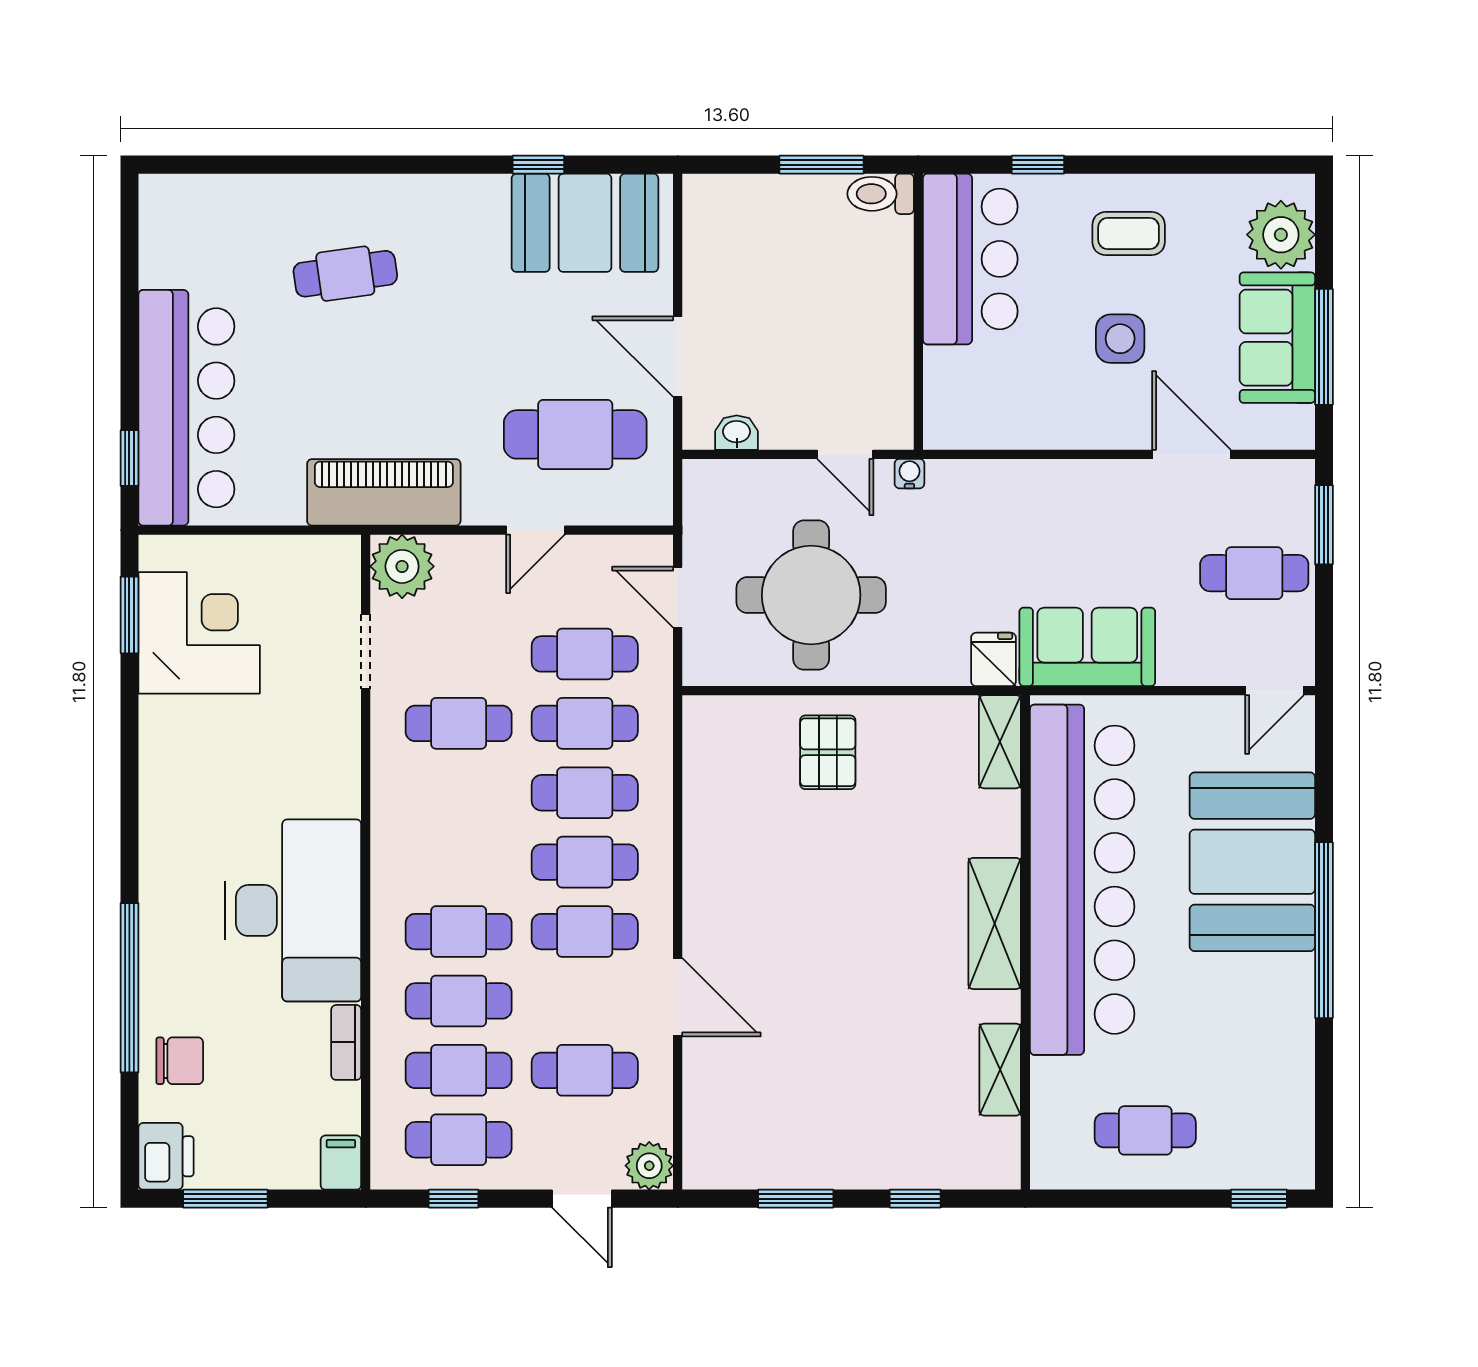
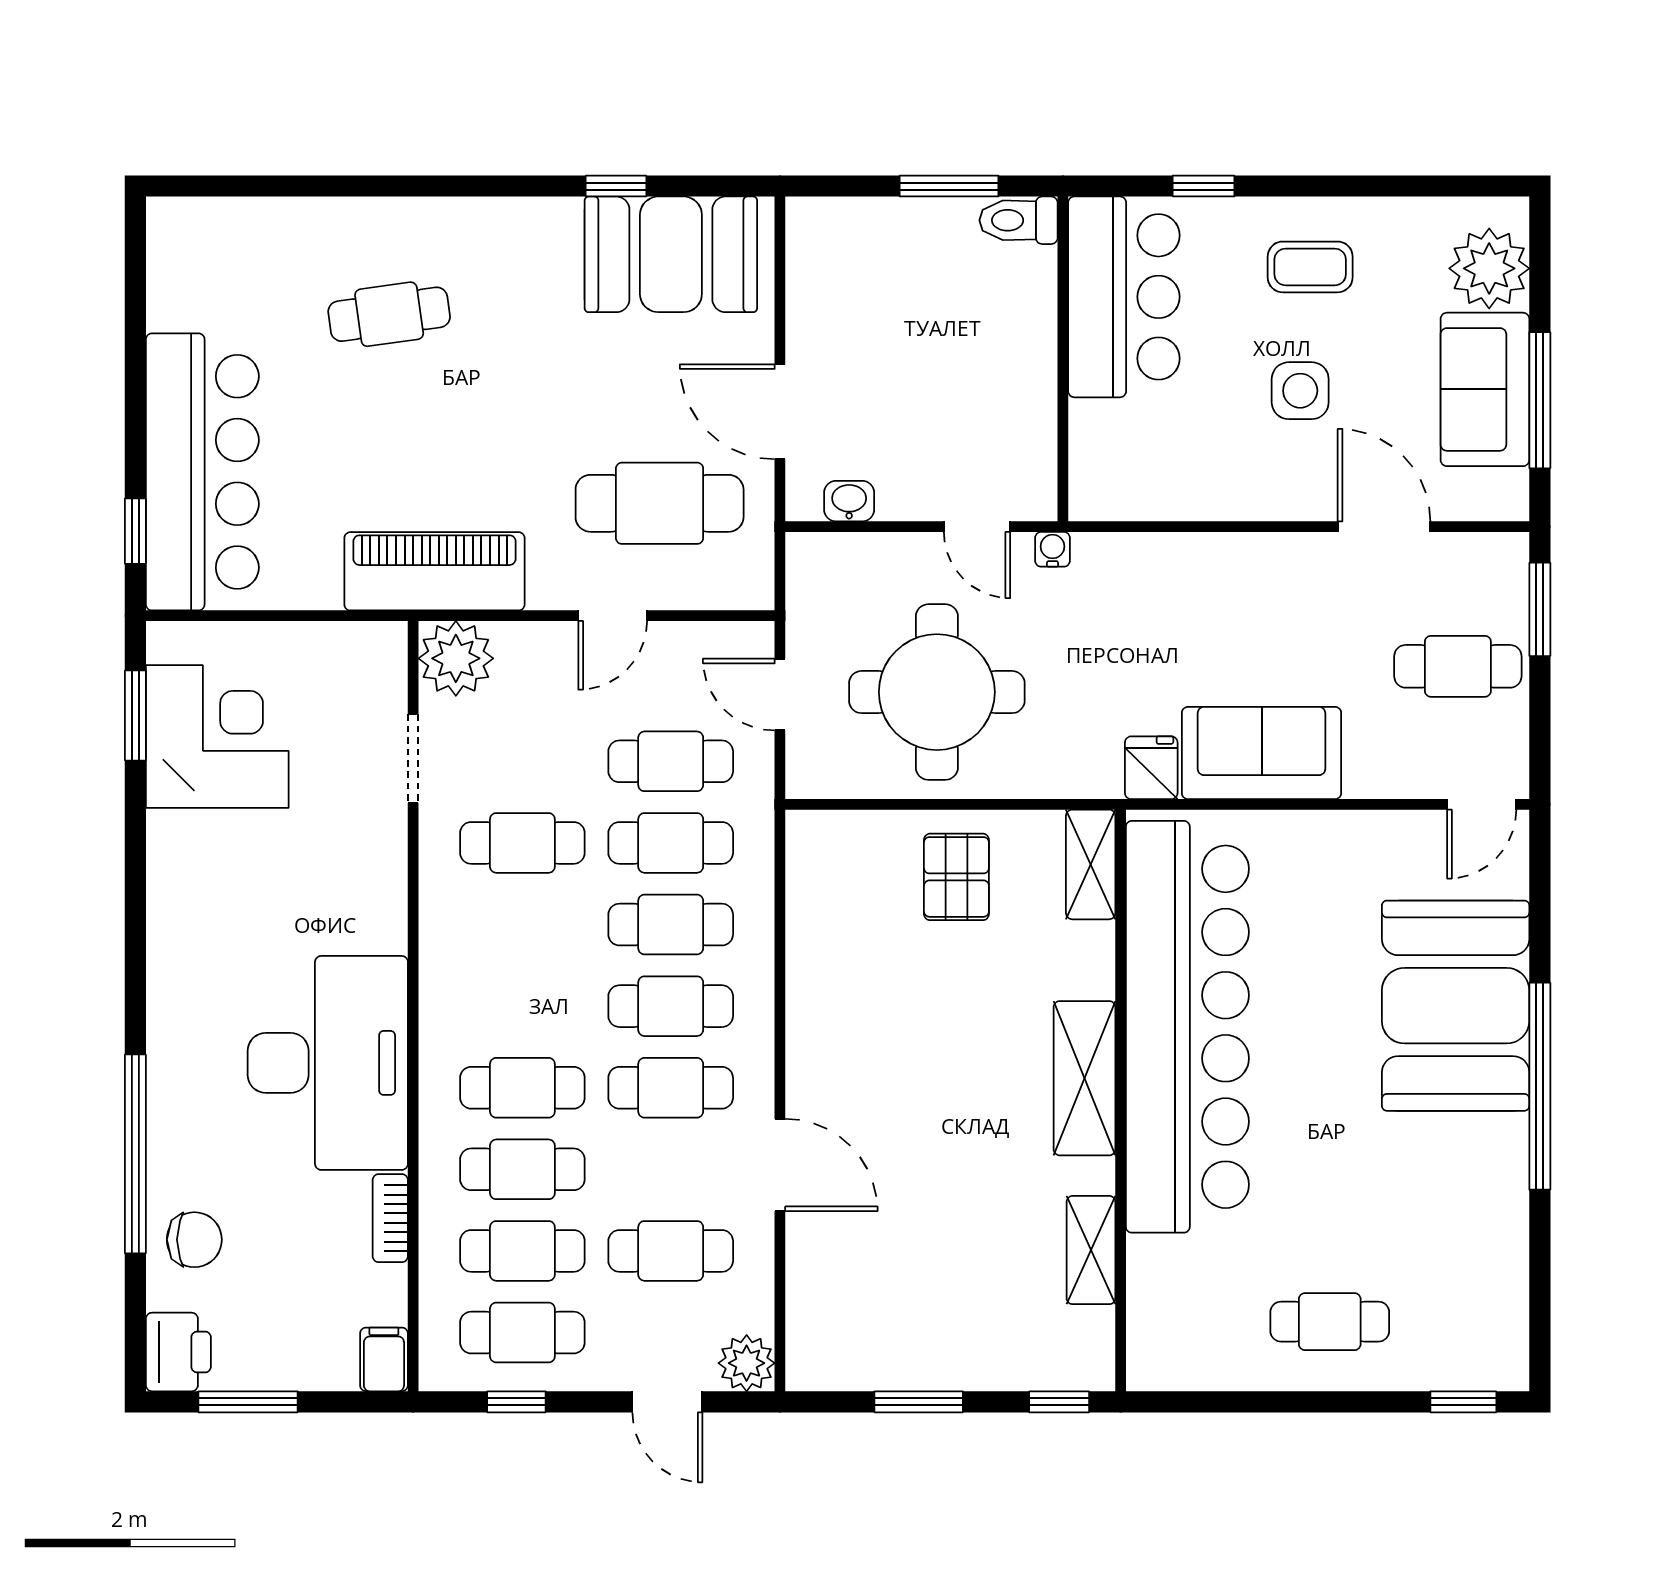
shelving: (1000, 742) -> (1091, 864), moved
bar counter: (1082, 880) -> (1187, 1027), moved
shelving: (995, 923) -> (1084, 1078), moved
wall: (1025, 942) -> (1121, 1100), moved
shelving: (1000, 1070) -> (1091, 1250), moved

